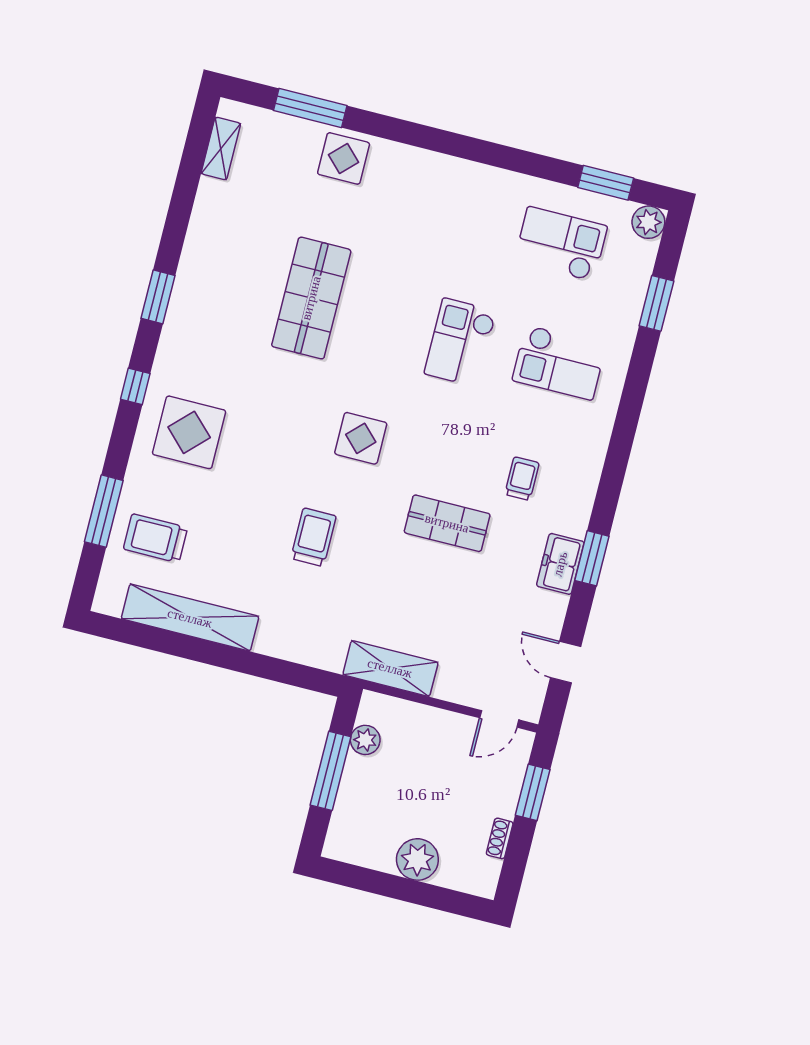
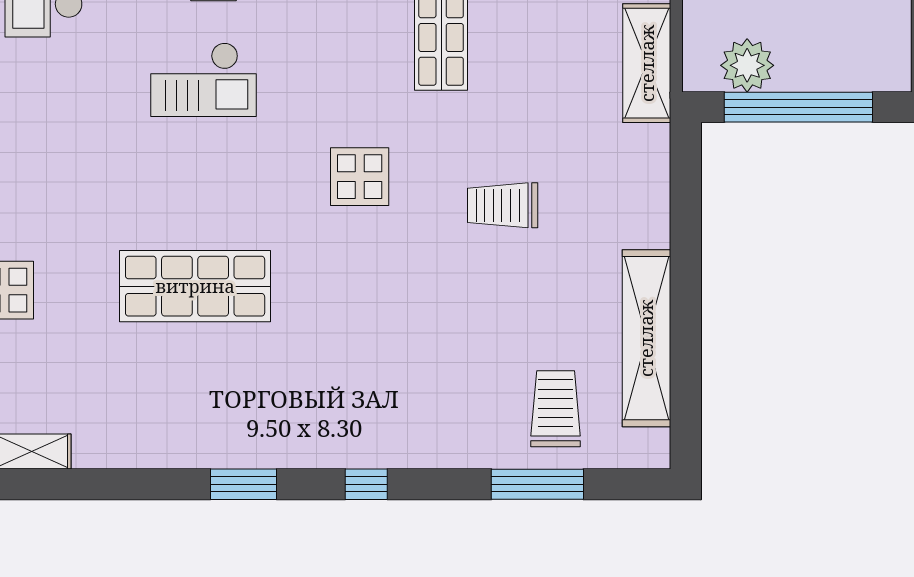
display table: (189, 432) -> (408, 400), removed
trolley: (155, 538) -> (556, 409), turned 180
plant: (365, 740) -> (747, 65), width x1.36, depth x1.36
window: (330, 771) -> (798, 107), width x1.46

